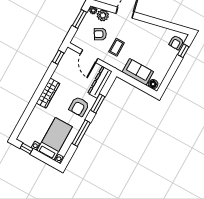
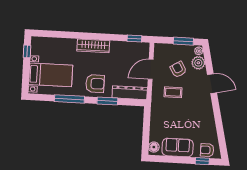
sofa: (138, 72) -> (178, 147), moved, turned -90
armchair: (79, 107) -> (95, 84), turned 180

